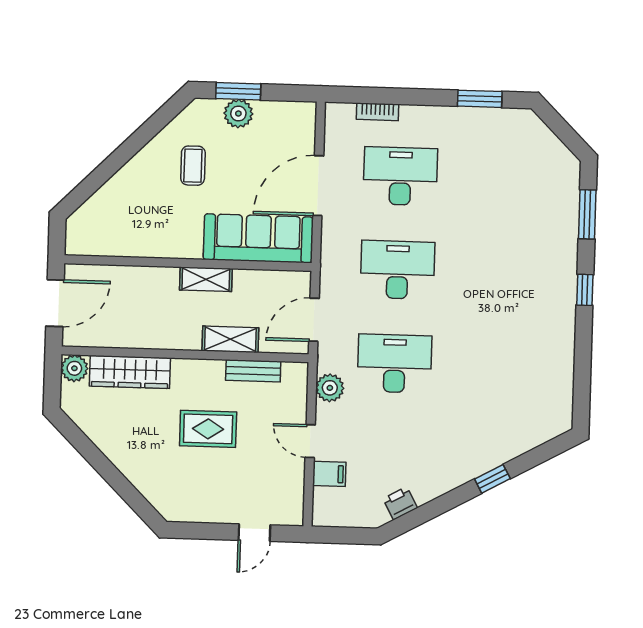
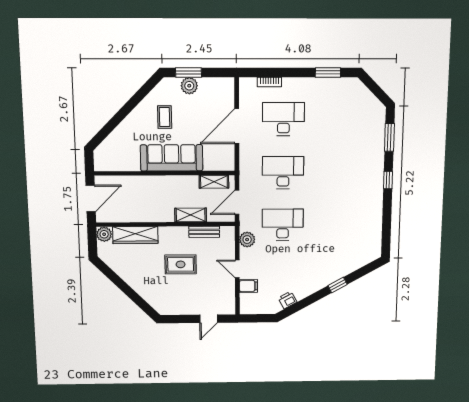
sofa: (258, 238) -> (172, 158), moved
shelving: (206, 279) -> (214, 182), moved

